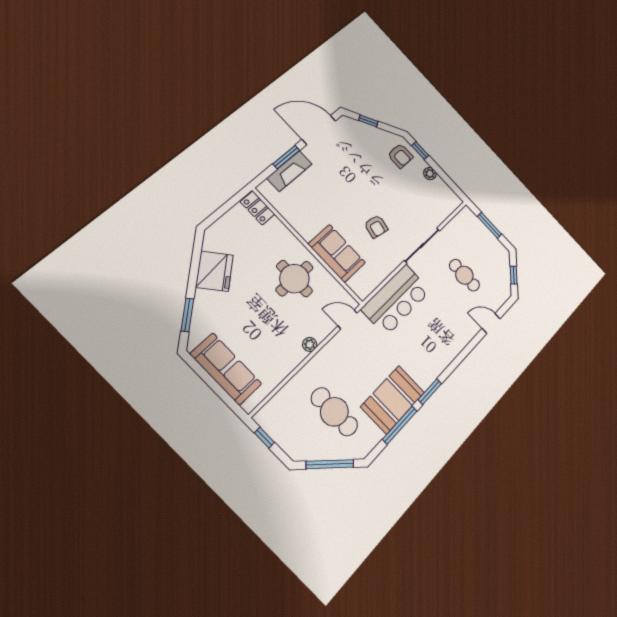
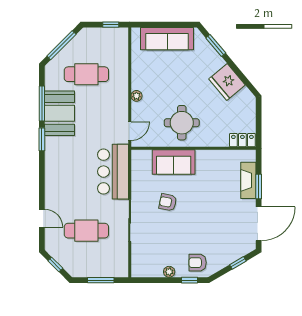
cafe table: (464, 275) -> (86, 231), width x1.37, depth x1.35
door: (491, 323) -> (42, 218), hinge flipped

